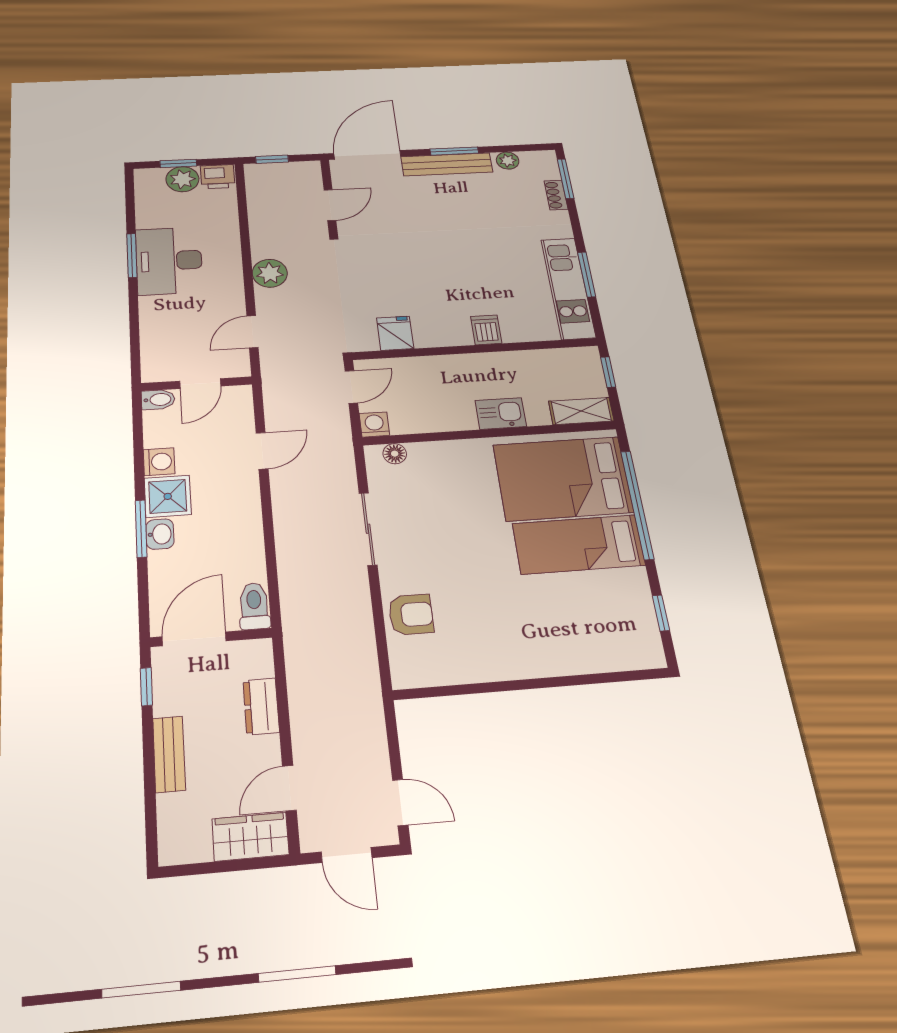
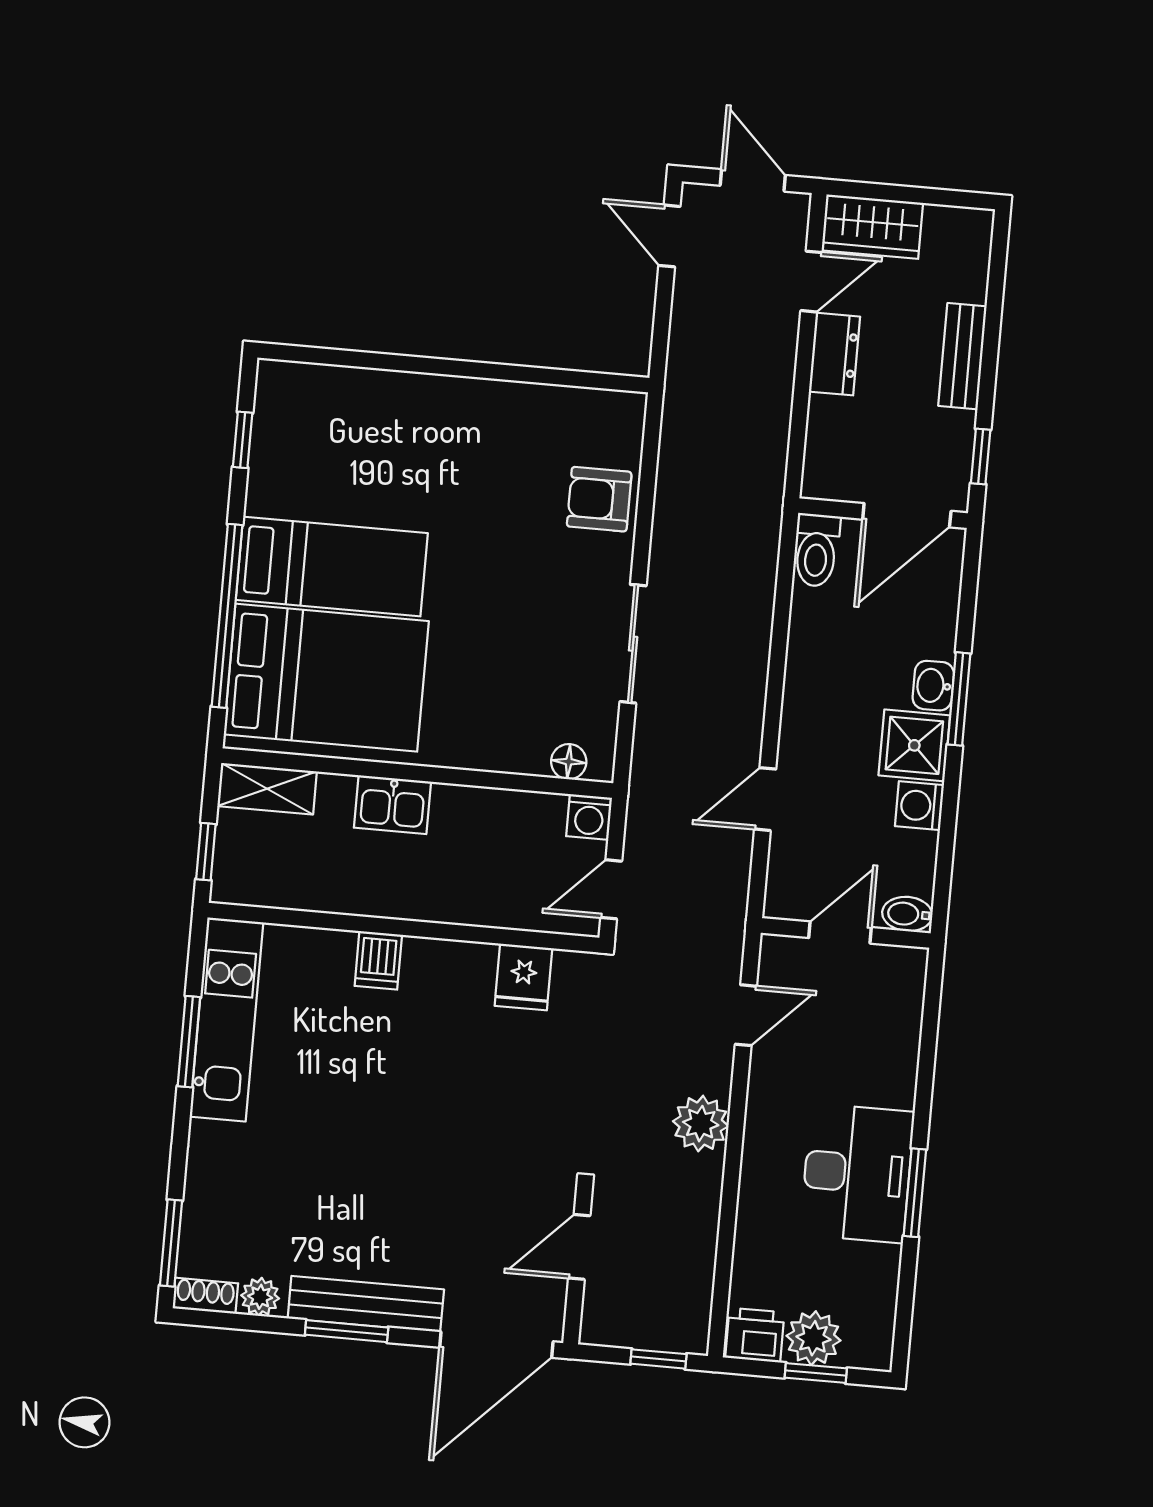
shoe rack: (556, 195) -> (205, 1296), moved, turned -90
dresser: (261, 706) -> (834, 354), moved

